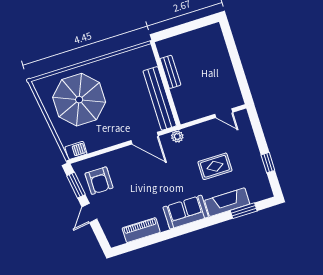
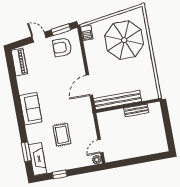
plant: (177, 137) -> (97, 160), moved
fireplace: (227, 202) -> (38, 159), moved
piano: (141, 230) -> (19, 62), moved

